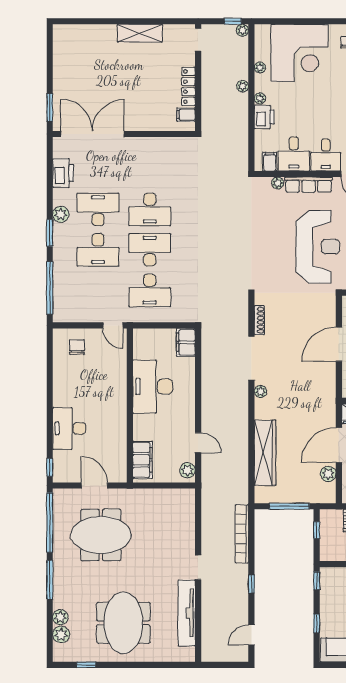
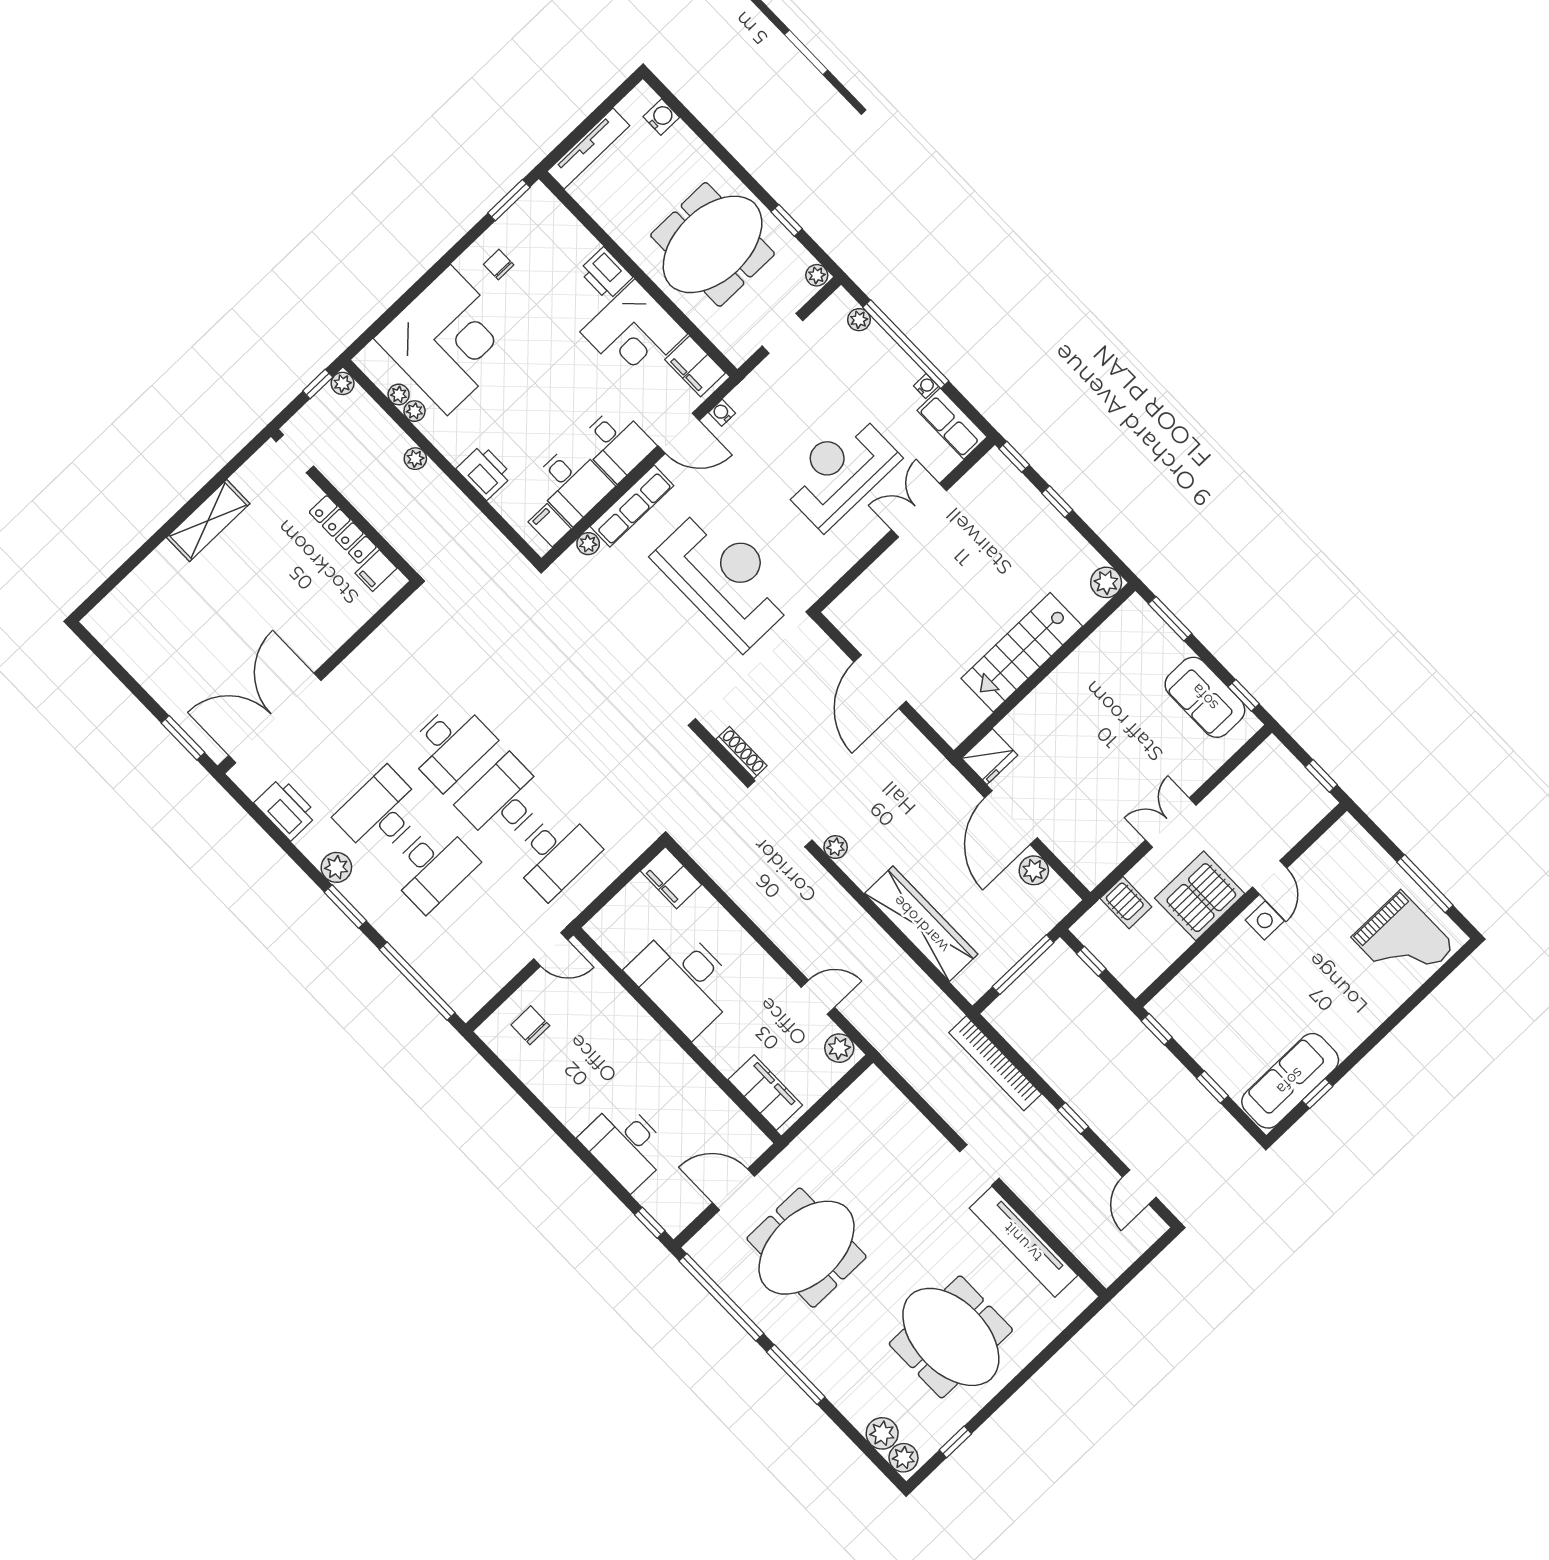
plant: (260, 98) -> (399, 394), moved
plant: (60, 617) -> (903, 1458), moved

